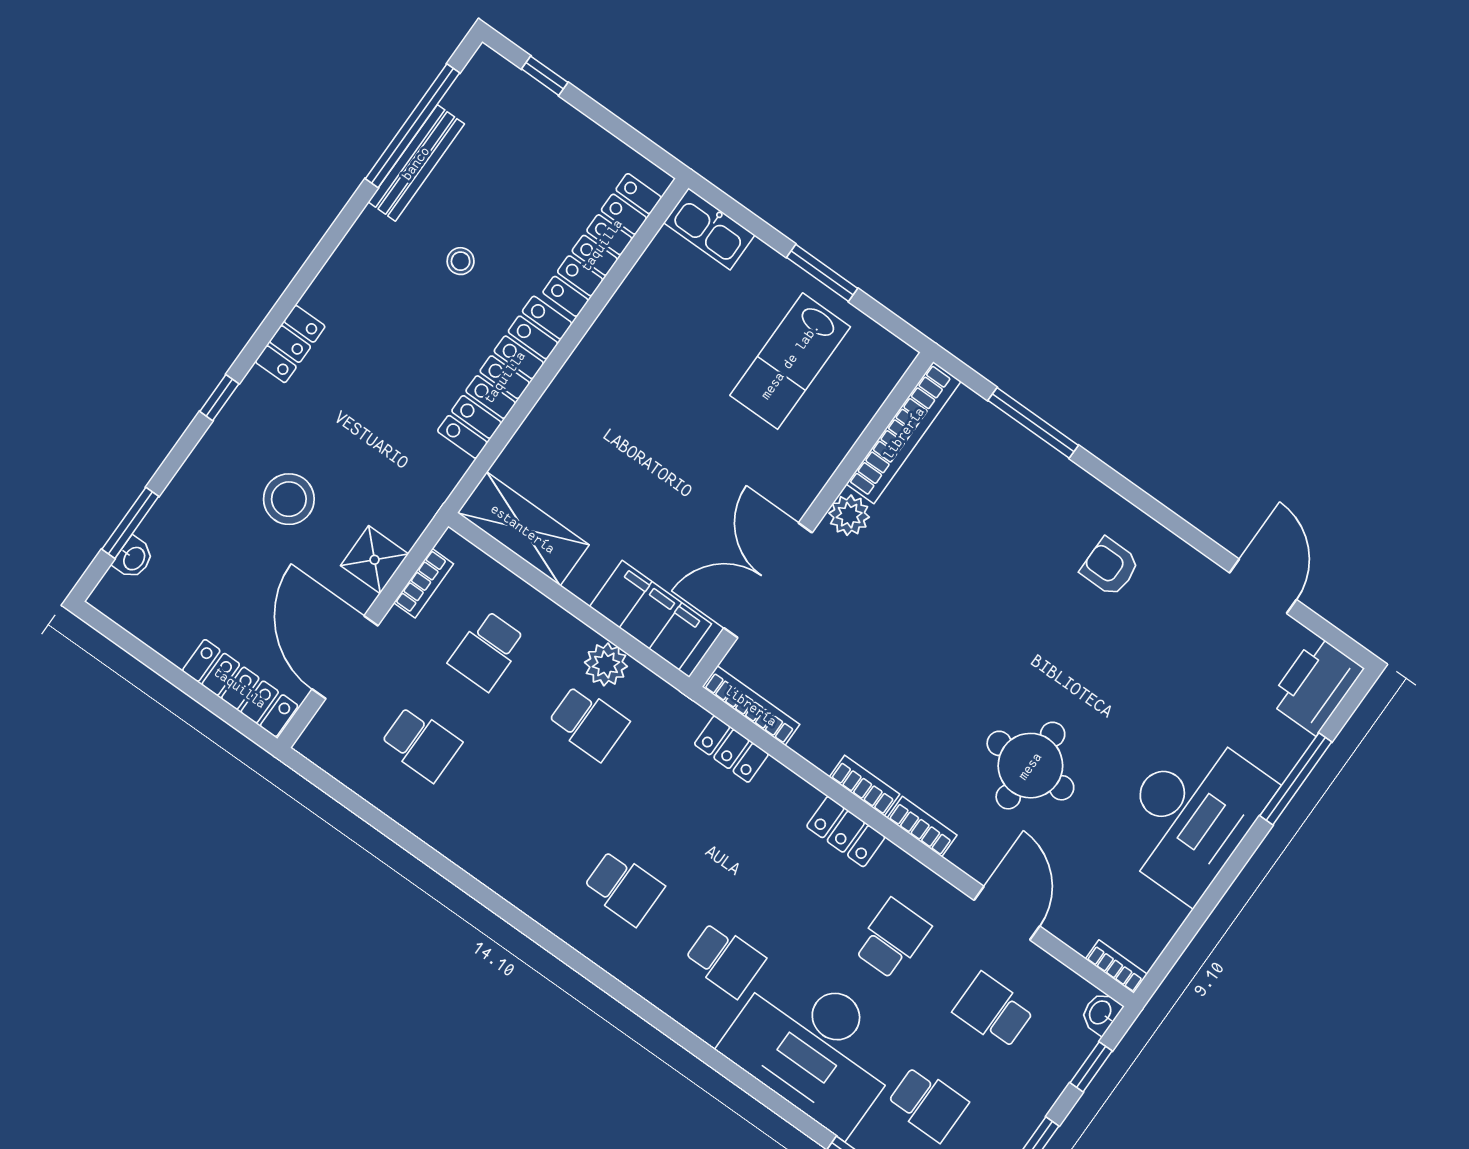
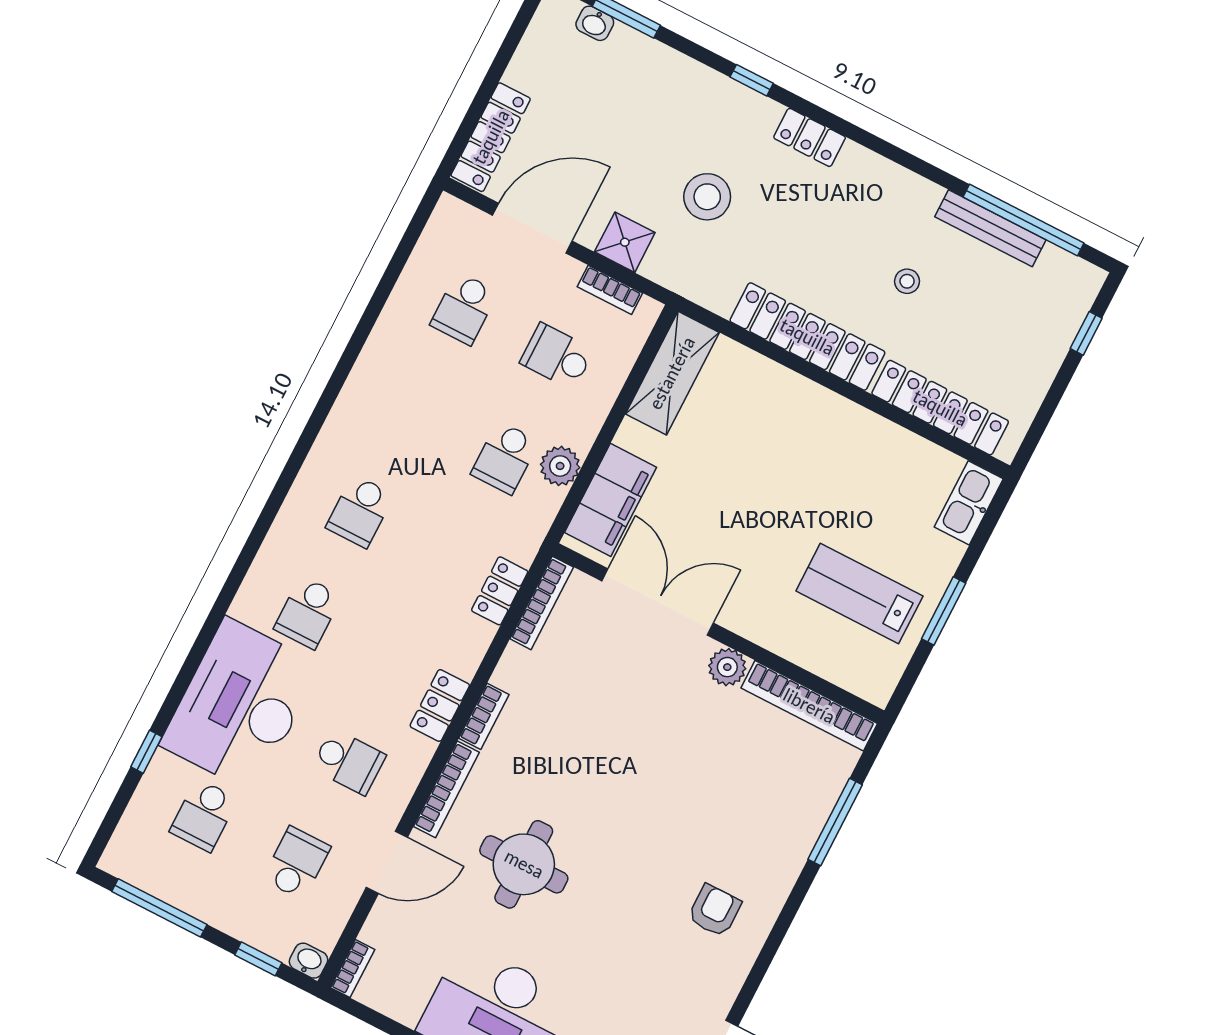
stool: (289, 499) -> (707, 197), moved
bookcase: (922, 827) -> (446, 789), width x1.56

